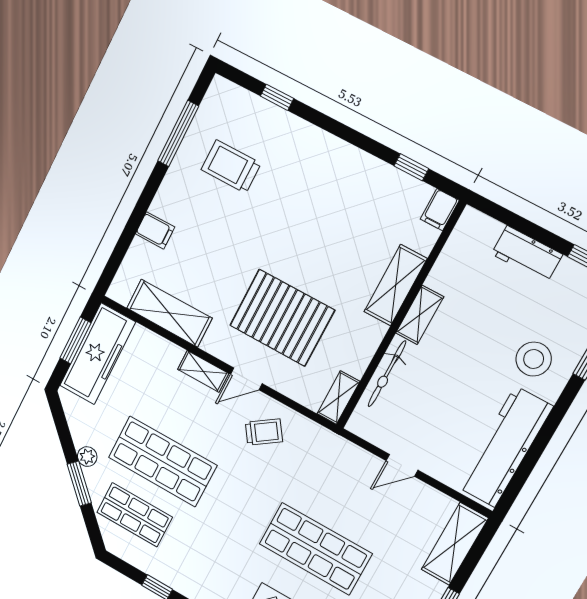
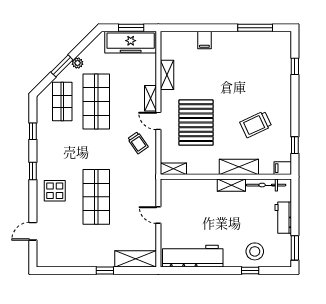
trolley: (231, 166) -> (256, 124), moved, turned -115
shelving: (169, 313) -> (167, 75), width x0.67, depth x0.75
stool: (534, 359) -> (255, 251), moved
bicycle: (387, 374) -> (266, 185), moved

